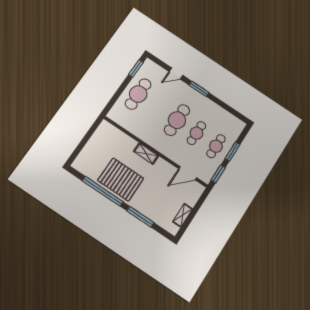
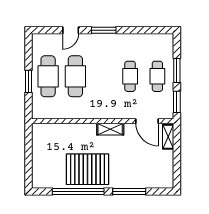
window: (136, 68) -> (28, 81), moved
cafe table: (177, 120) -> (75, 76), moved
shelving: (146, 154) -> (110, 129), moved
door: (188, 173) -> (147, 121), hinge flipped
shelving: (183, 215) -> (168, 137), moved

